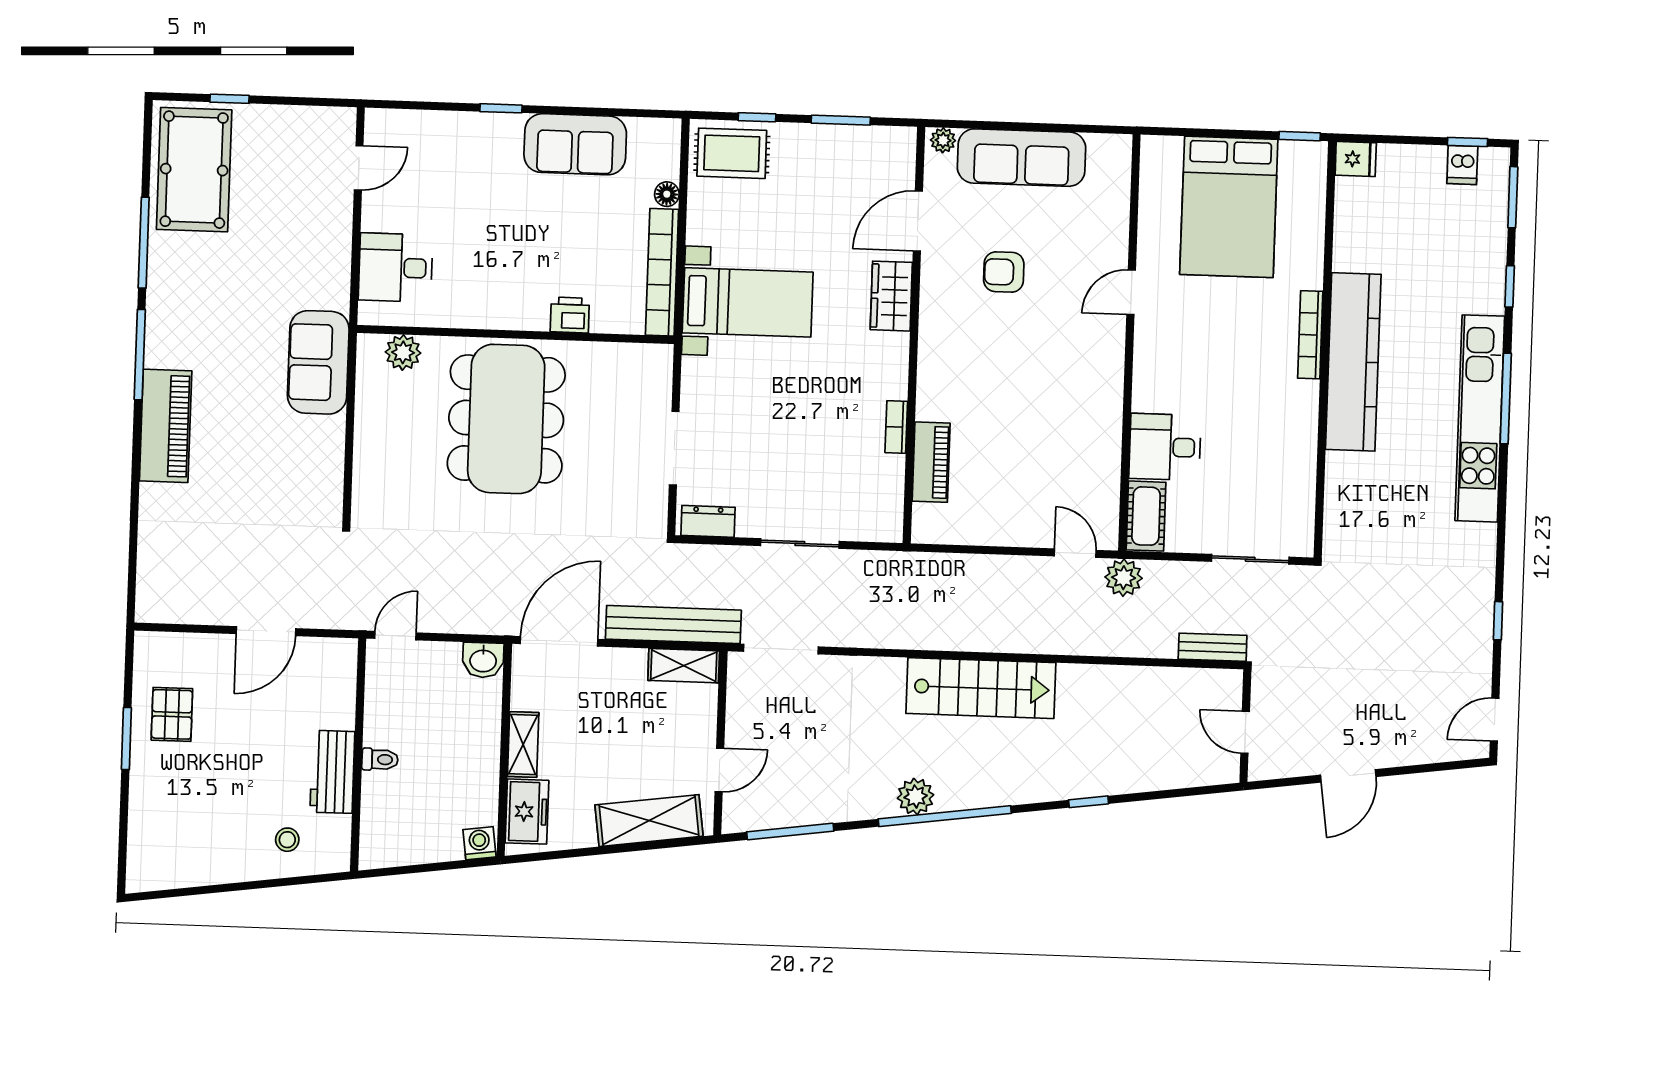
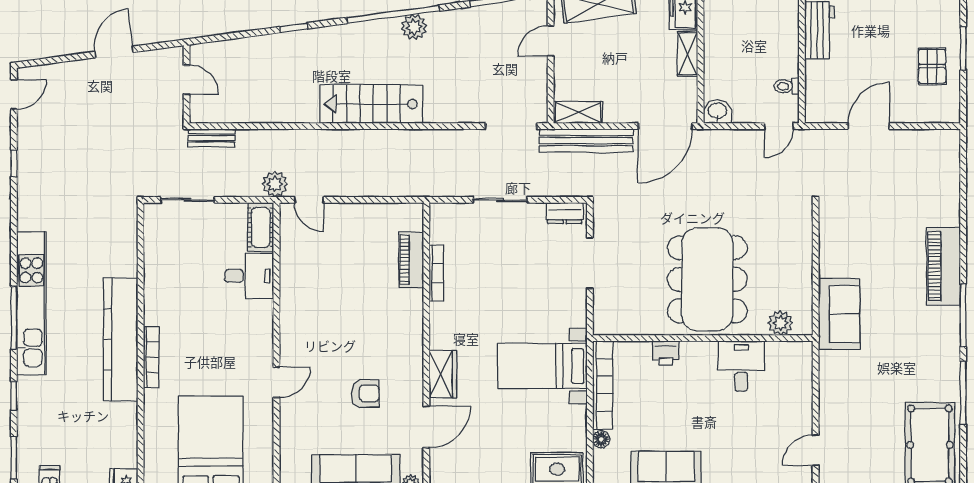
desk: (395, 268) -> (741, 366), moved, turned -90
bookcase: (896, 427) -> (436, 273), width x1.56
toilet: (380, 759) -> (787, 86), moved

